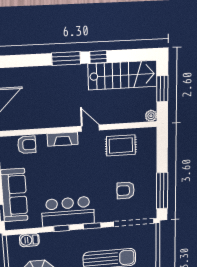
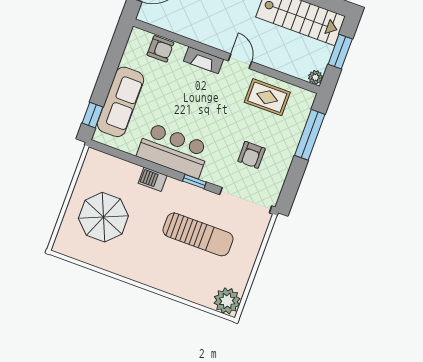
armchair: (126, 190) -> (252, 155), turned -90
window: (162, 191) -> (310, 135), moved
window: (61, 228) -> (157, 168), removed
barbecue: (29, 240) -> (153, 179), moved

